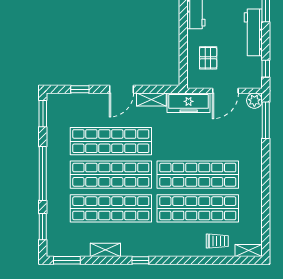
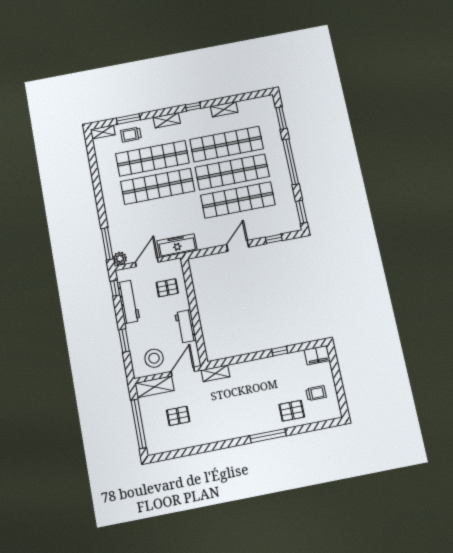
workbench: (253, 32) -> (129, 302), moved
pallet: (208, 58) -> (167, 288), turned 90
shelving: (151, 100) -> (167, 120), moved
window: (67, 260) -> (128, 119), moved

